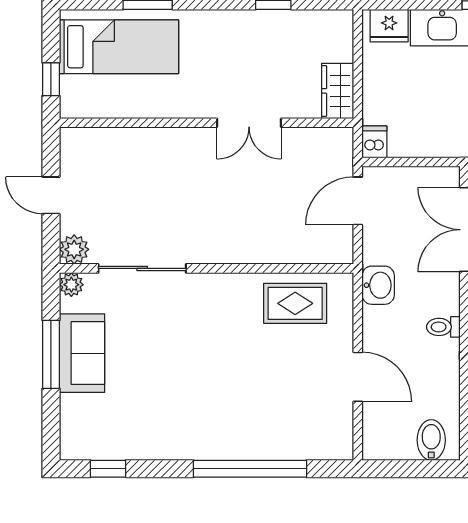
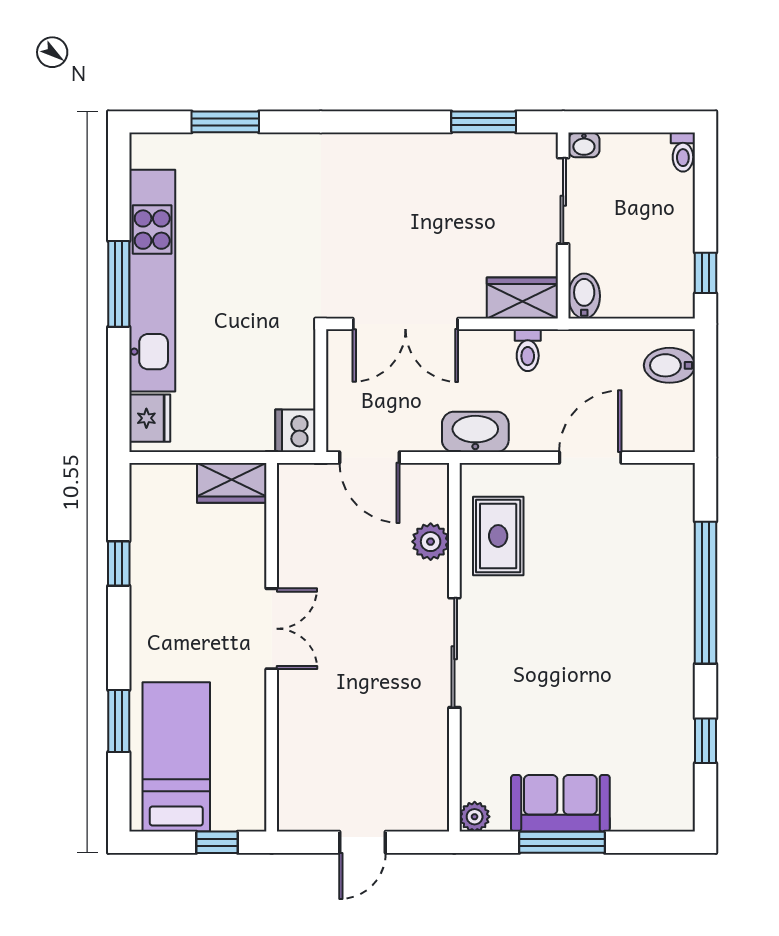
double door: (249, 123) -> (272, 629), moved
dishwasher: (374, 142) -> (295, 431), width x1.38
plant: (74, 249) -> (431, 542), moved
sliding door: (142, 268) -> (454, 653), moved
washbasin: (378, 285) -> (475, 432), width x1.38
window: (108, 469) -> (706, 741), moved

